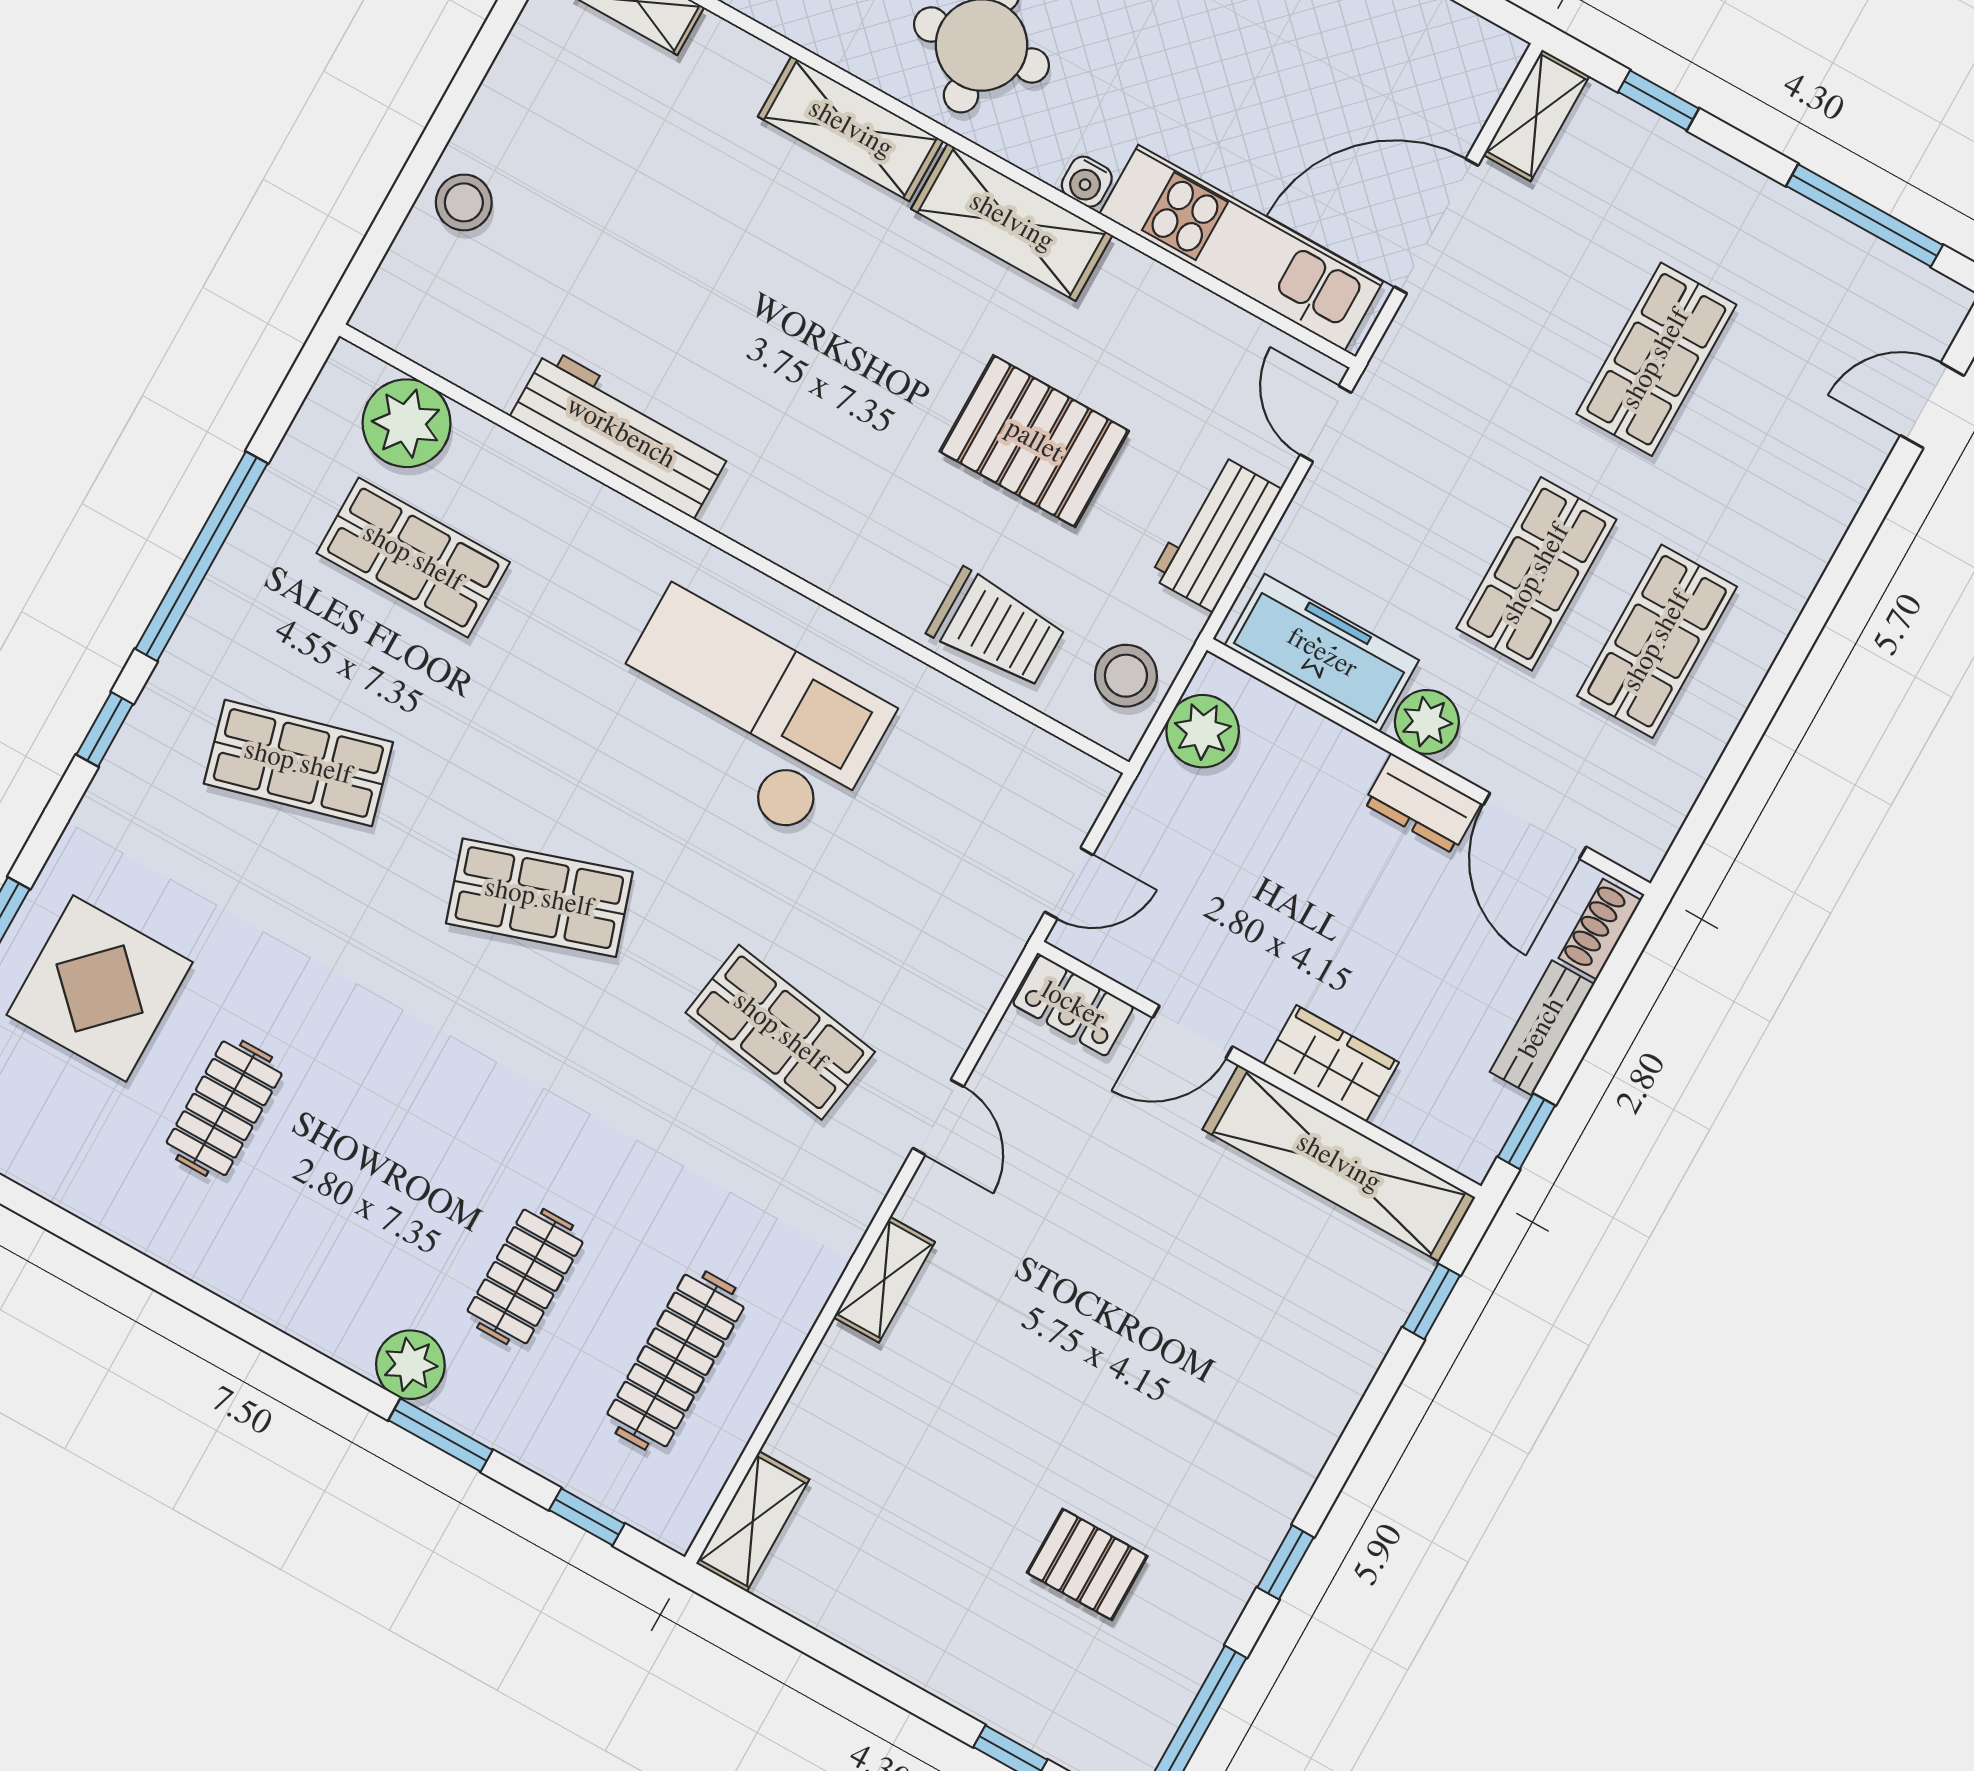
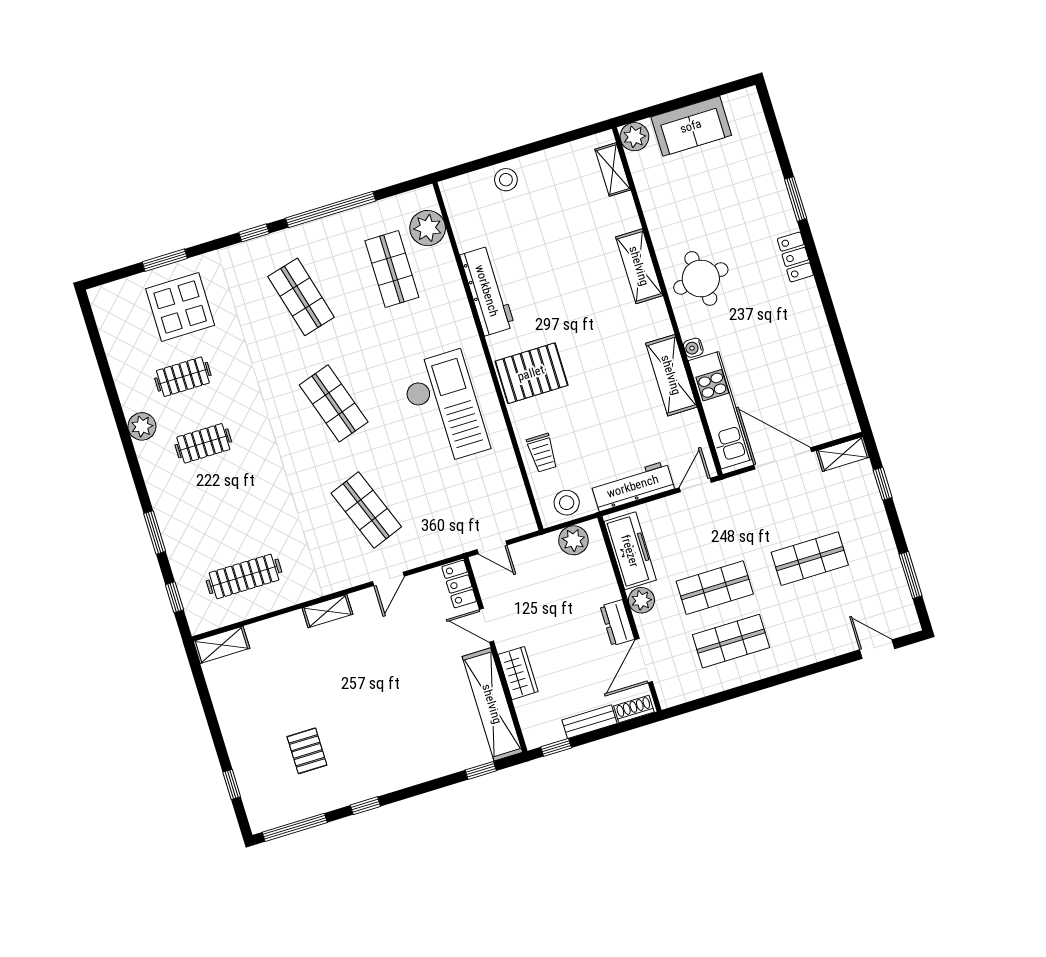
window: (1865, 215) -> (911, 575), width x0.69
shelving: (1012, 222) -> (671, 375), moved
pallet: (1034, 441) -> (531, 373), moved, turned 90
workbench: (1216, 533) -> (633, 486), width x1.38
trolley: (997, 629) -> (542, 453), width x0.73, depth x0.72
shop shelf: (780, 1032) -> (366, 510), turned -30
clothes rail: (525, 1276) -> (203, 443), moved
plant: (410, 1365) -> (142, 426), moved

